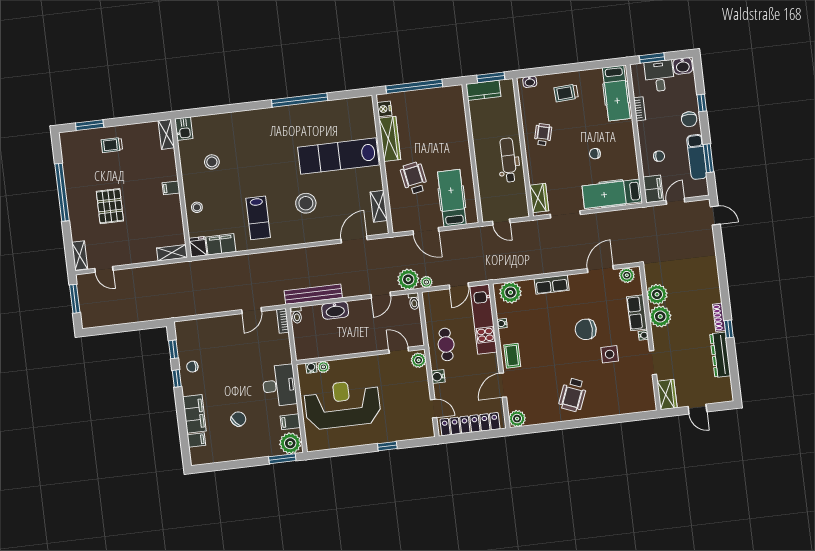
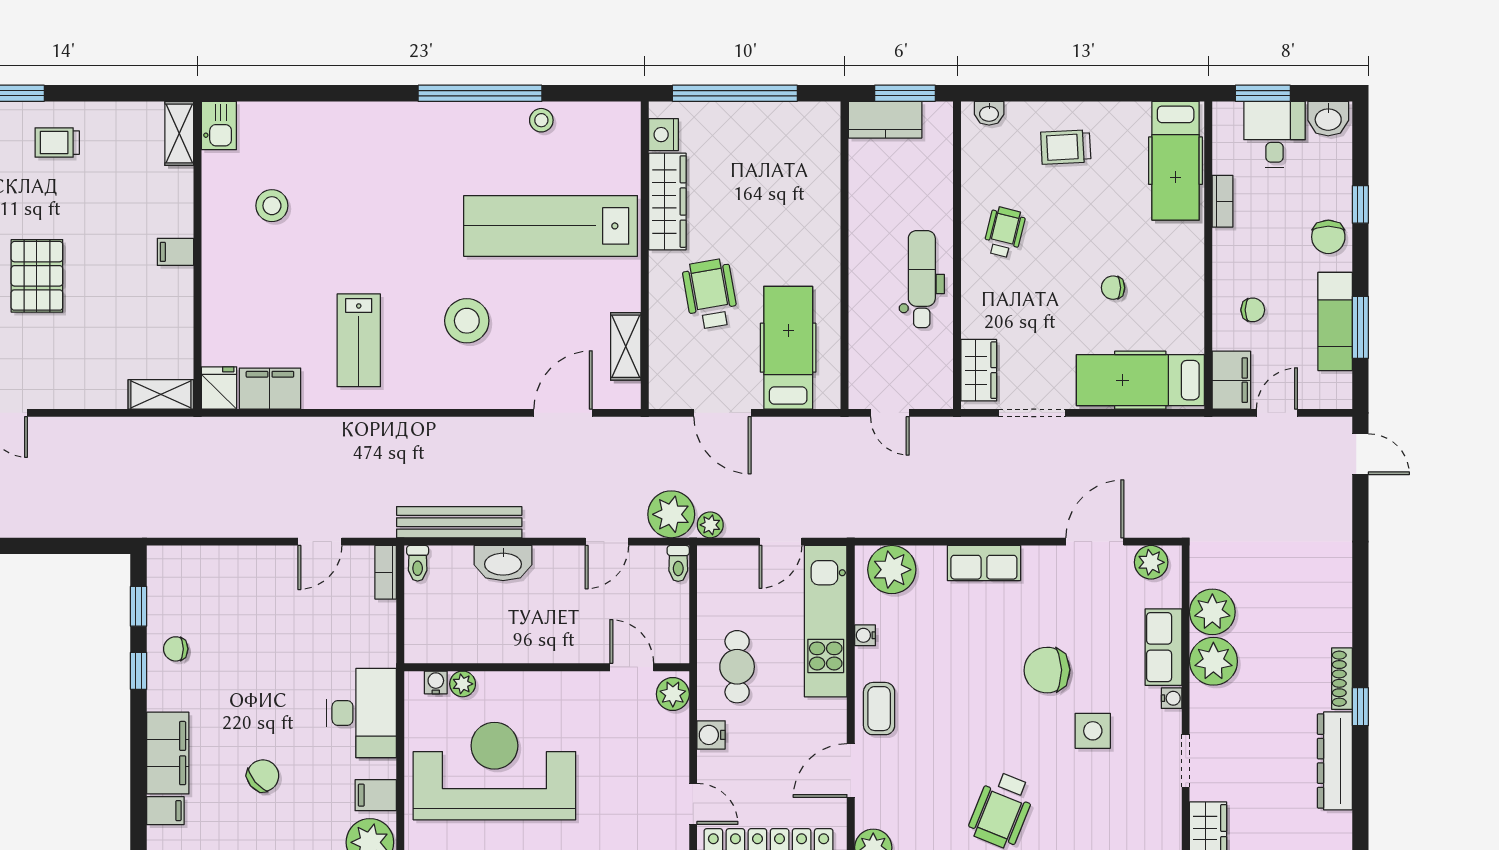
stool: (197, 207) -> (541, 120), moved

